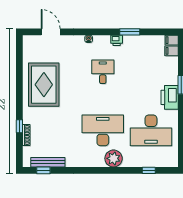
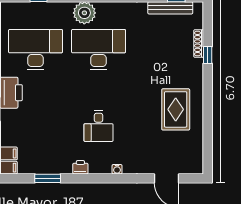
window: (130, 32) -> (48, 178), moved
rug: (44, 85) -> (176, 109), width x0.73, depth x0.69
desk: (103, 130) -> (99, 50), turned 180

